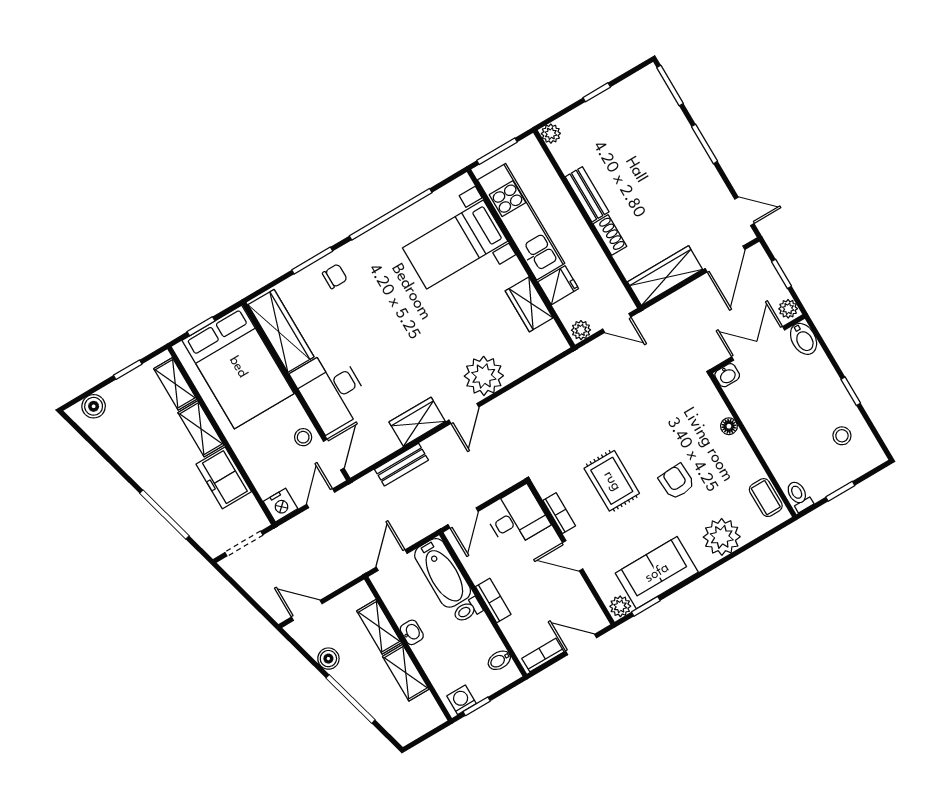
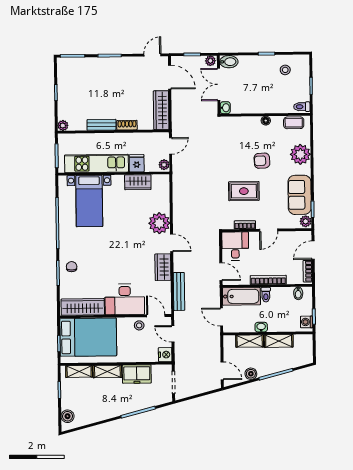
floor lamp: (729, 426) -> (266, 121), moved
bench: (401, 465) -> (179, 291), width x1.36
bookcase: (493, 601) -> (268, 280), width x1.56
door: (307, 610) -> (222, 371), swing flipped

